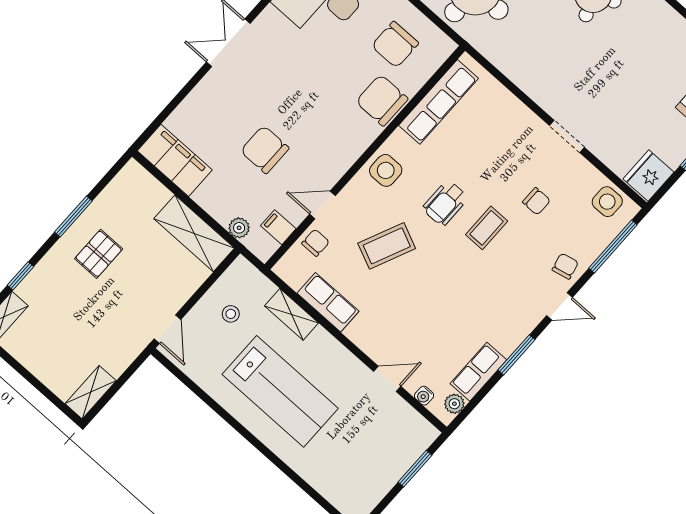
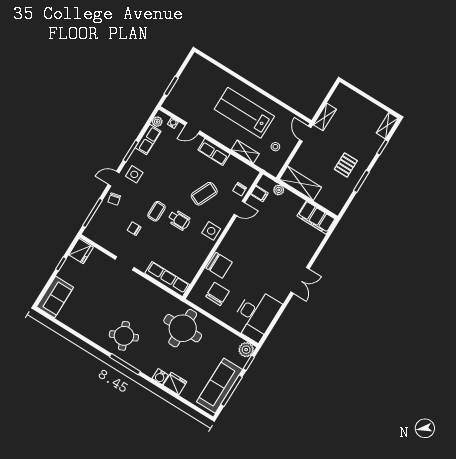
row of seats: (439, 102) -> (167, 279), moved, turned 90
chair: (265, 150) -> (273, 231), removed
side table: (607, 202) -> (134, 174), moved
wheelchair: (445, 203) -> (179, 220), turned 90
row of seats: (328, 302) -> (214, 152), moved
shelving: (91, 392) -> (325, 117), moved

